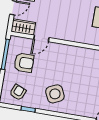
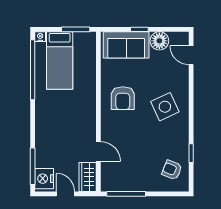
armchair: (24, 63) -> (123, 98), moved, turned 180
side table: (55, 94) -> (165, 107), moved

